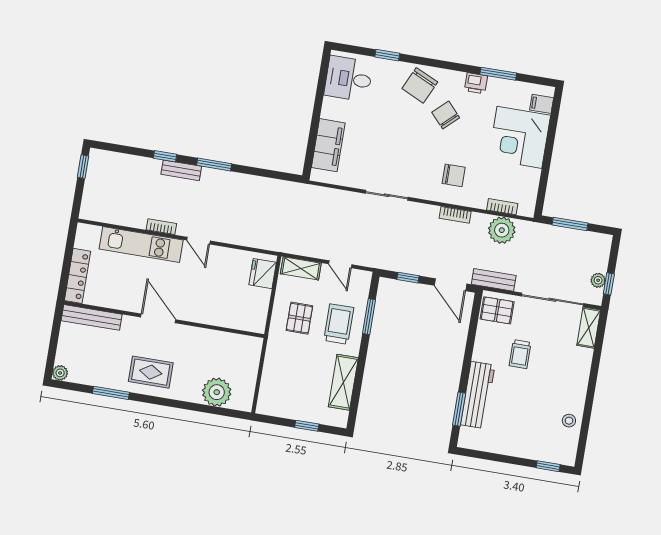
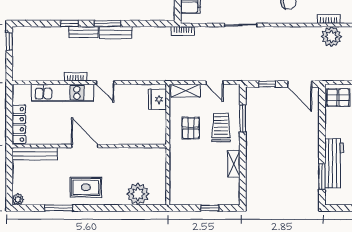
bookcase: (455, 215) -> (183, 31), moved
bench: (494, 280) -> (116, 33), moved
shelving: (343, 382) -> (234, 164), width x0.67, depth x0.75

